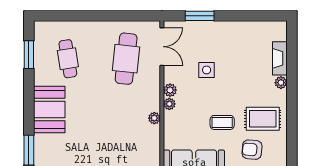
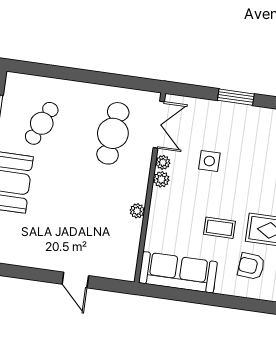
window: (200, 16) -> (236, 97), moved
cafe table: (68, 59) -> (42, 123), turned 33
plant: (169, 104) -> (163, 162), moved

